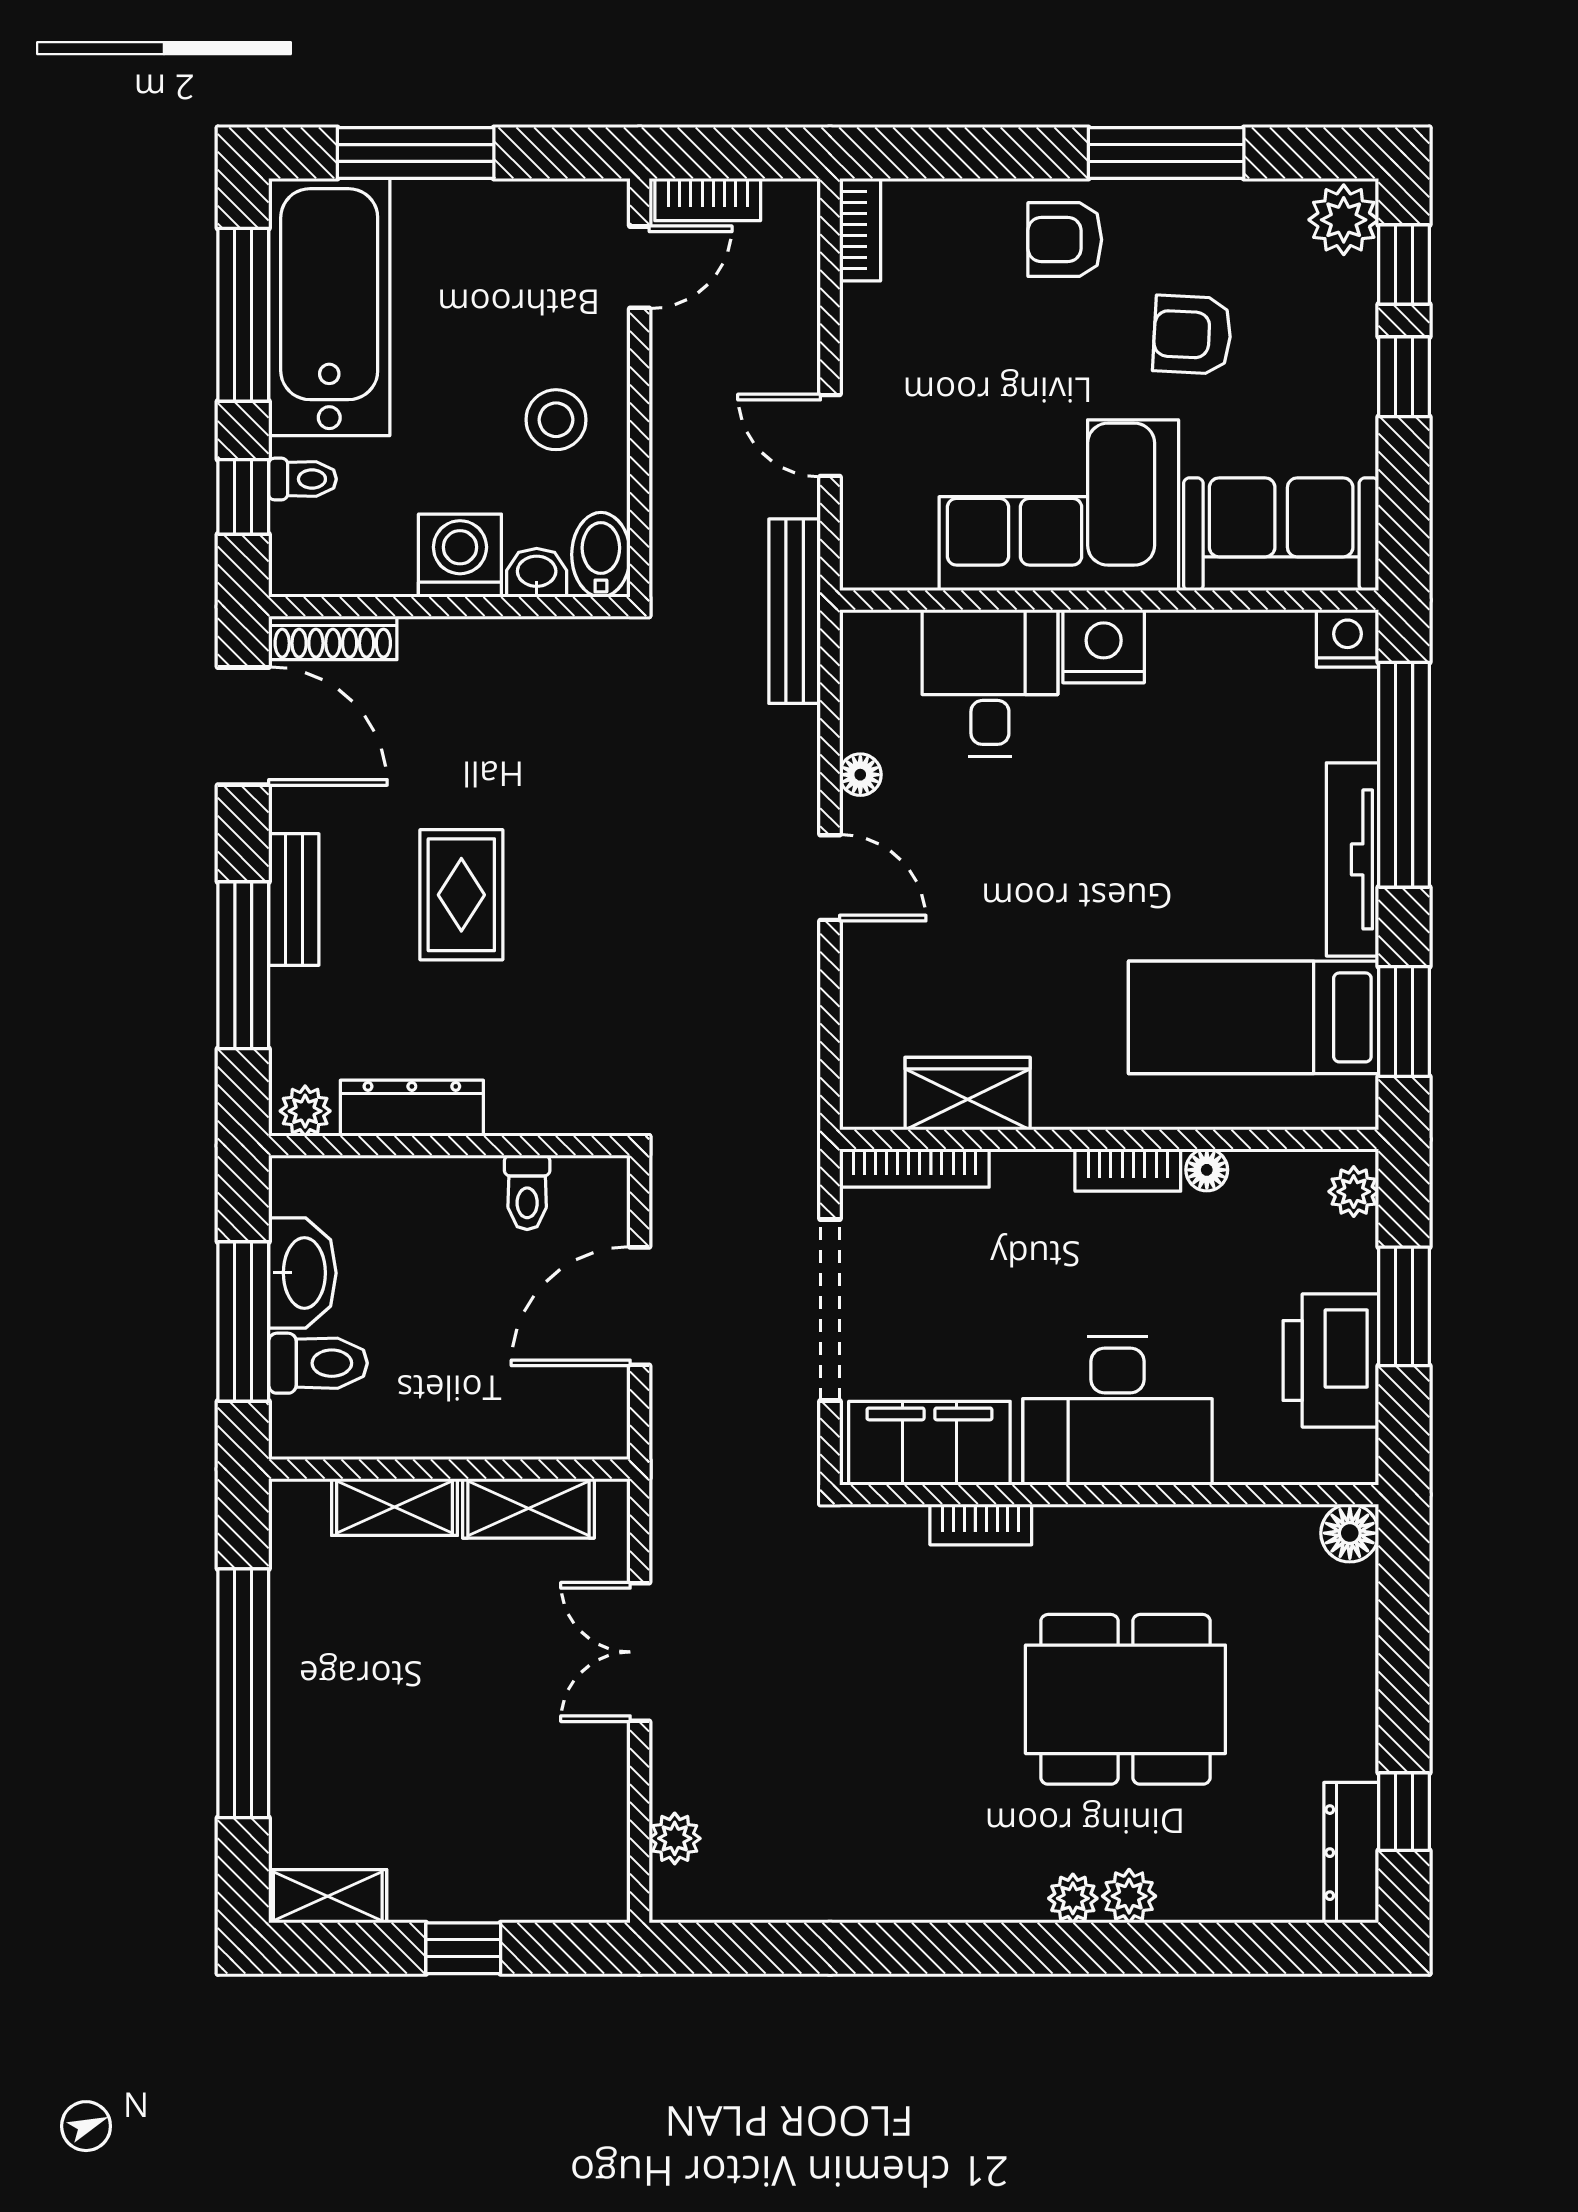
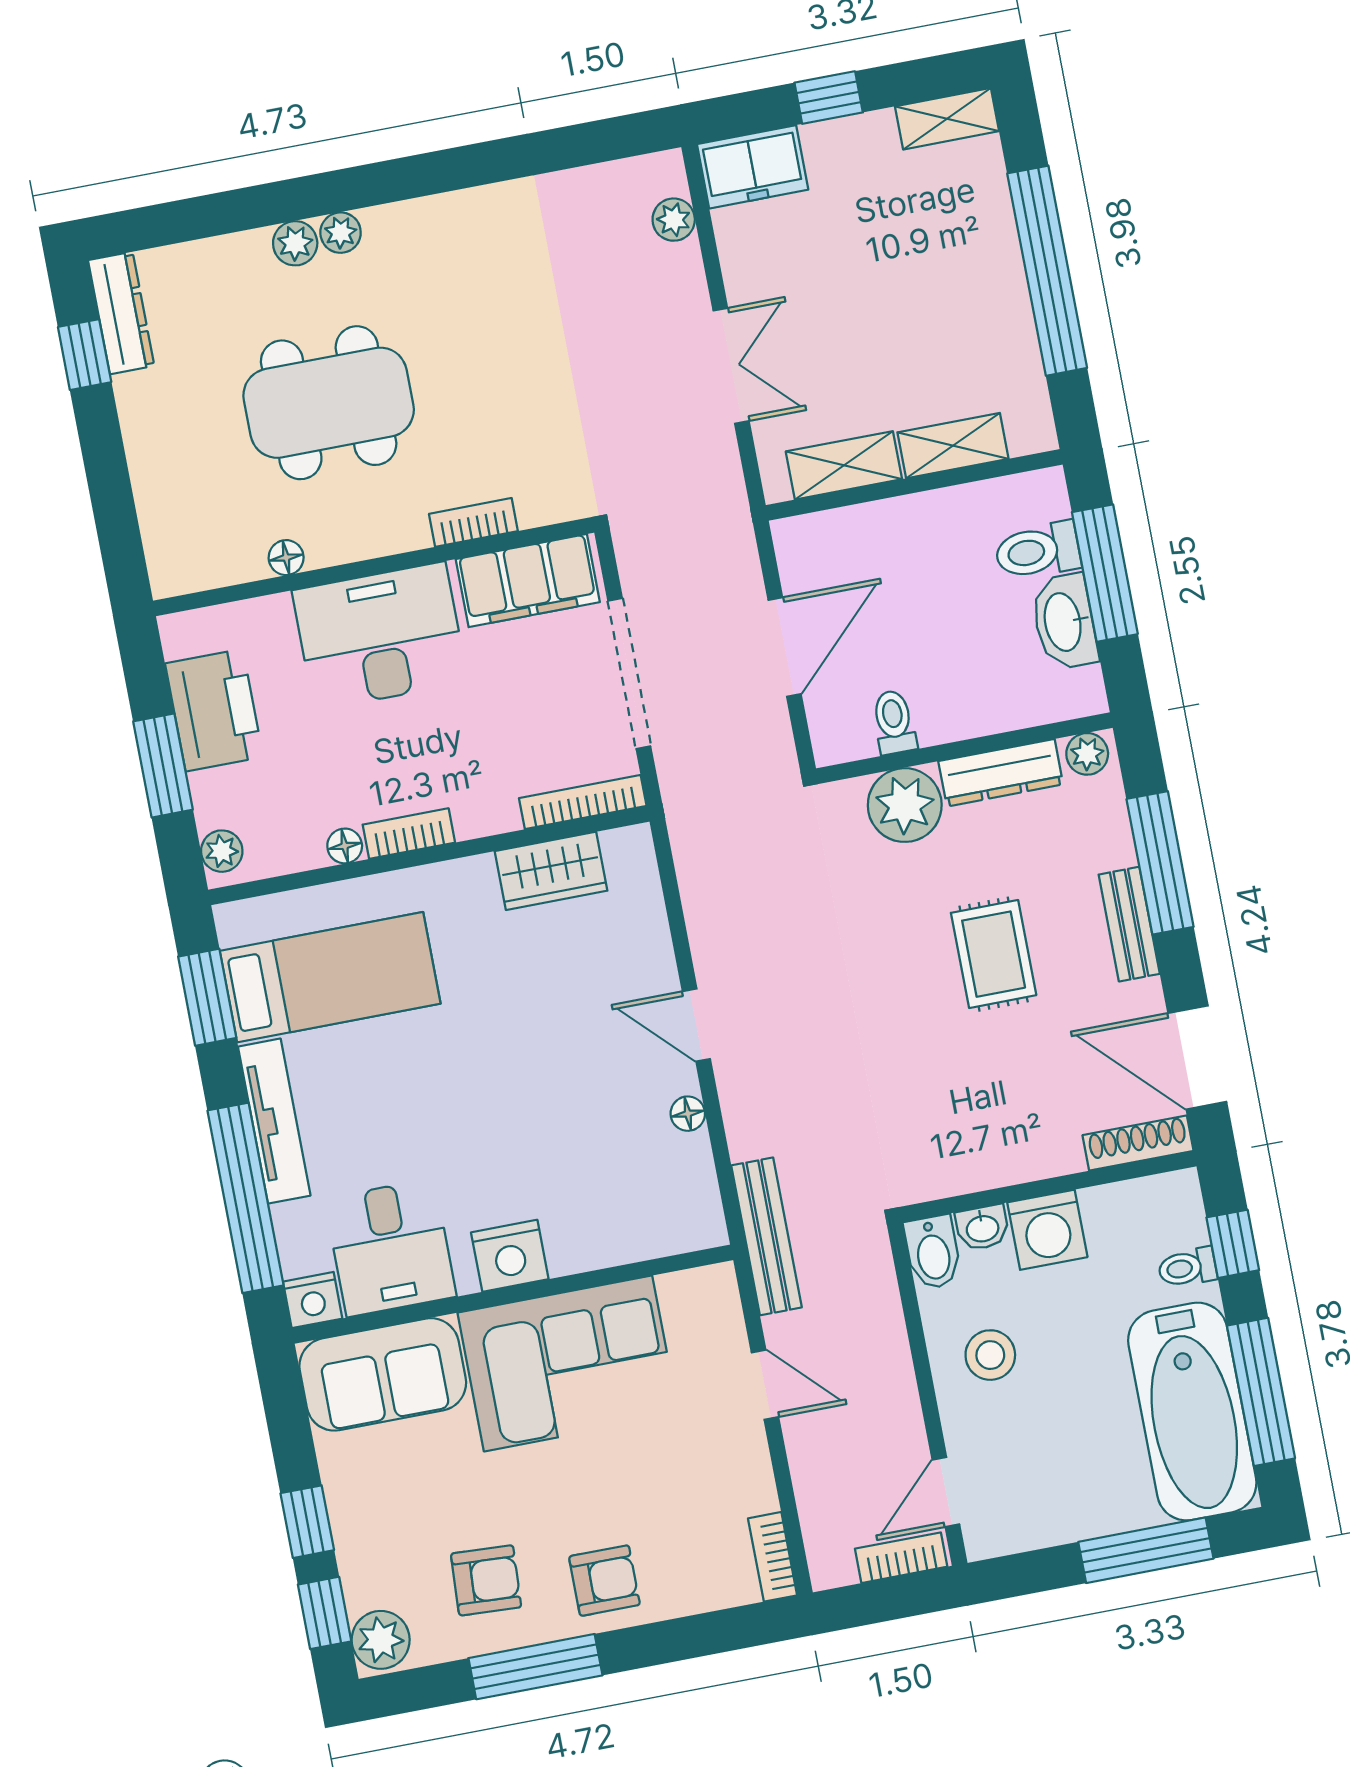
armchair: (1192, 335) -> (486, 1580), moved
desk: (990, 683) -> (390, 1248), moved
plant: (533, 1092) -> (905, 805), added
floor lamp: (1350, 1533) -> (286, 558), moved, width x0.73, depth x0.73
freezer: (569, 1883) -> (753, 167), added

